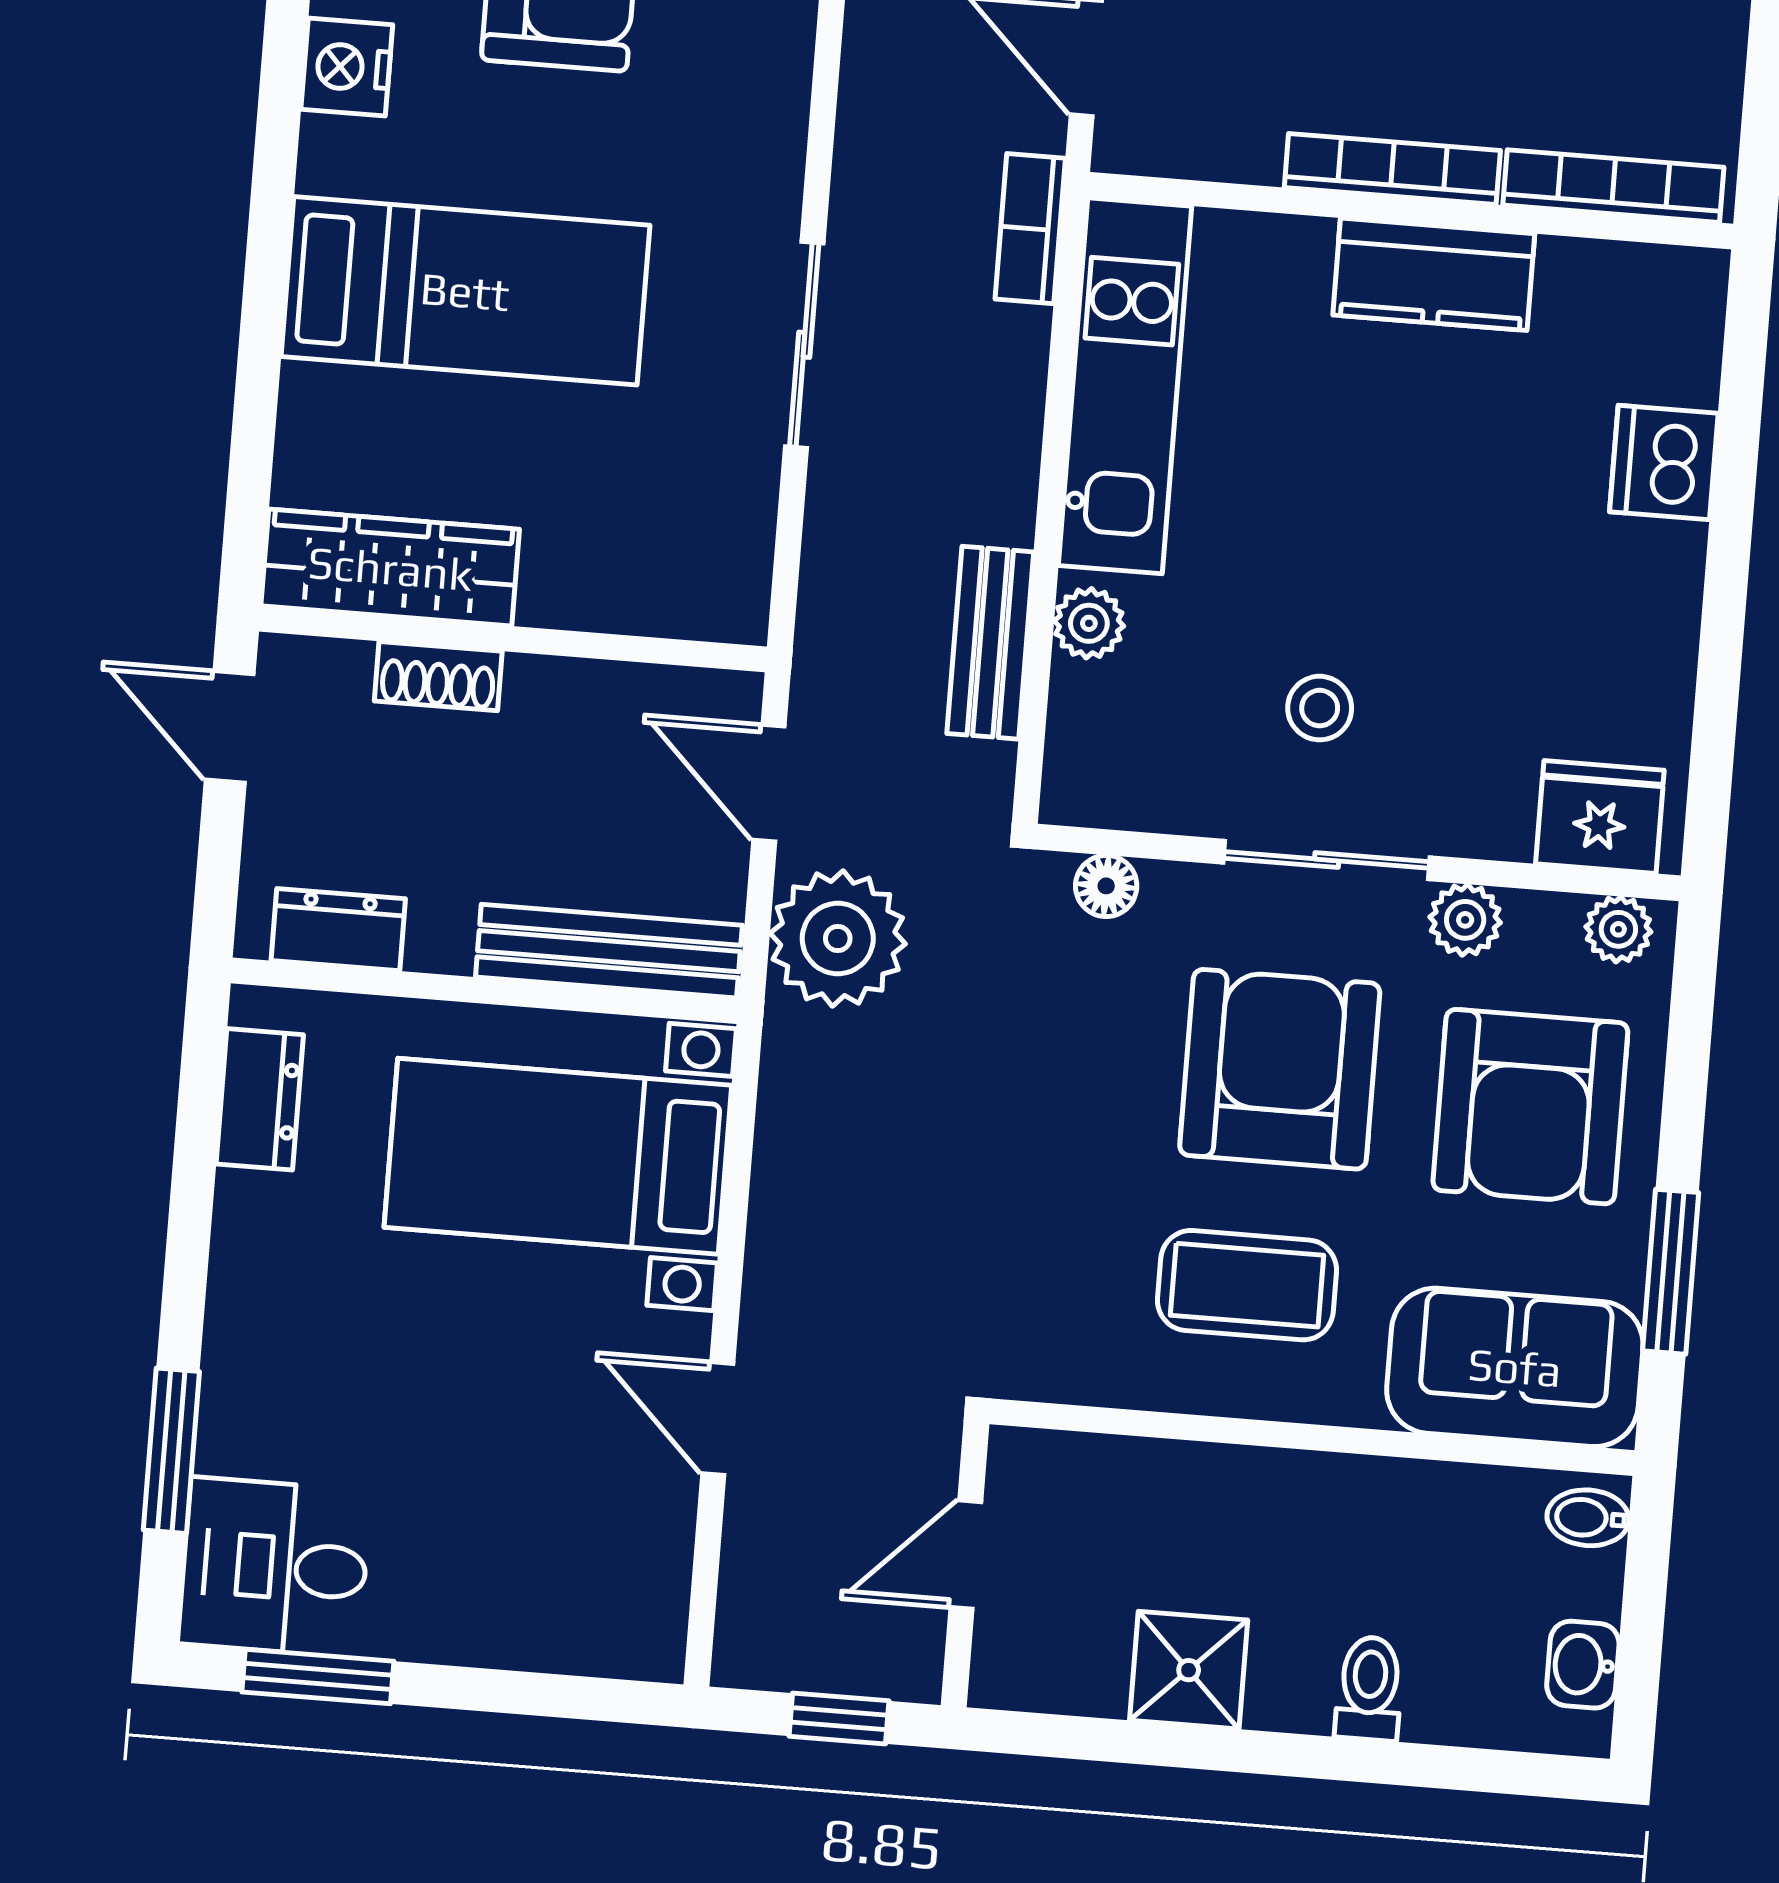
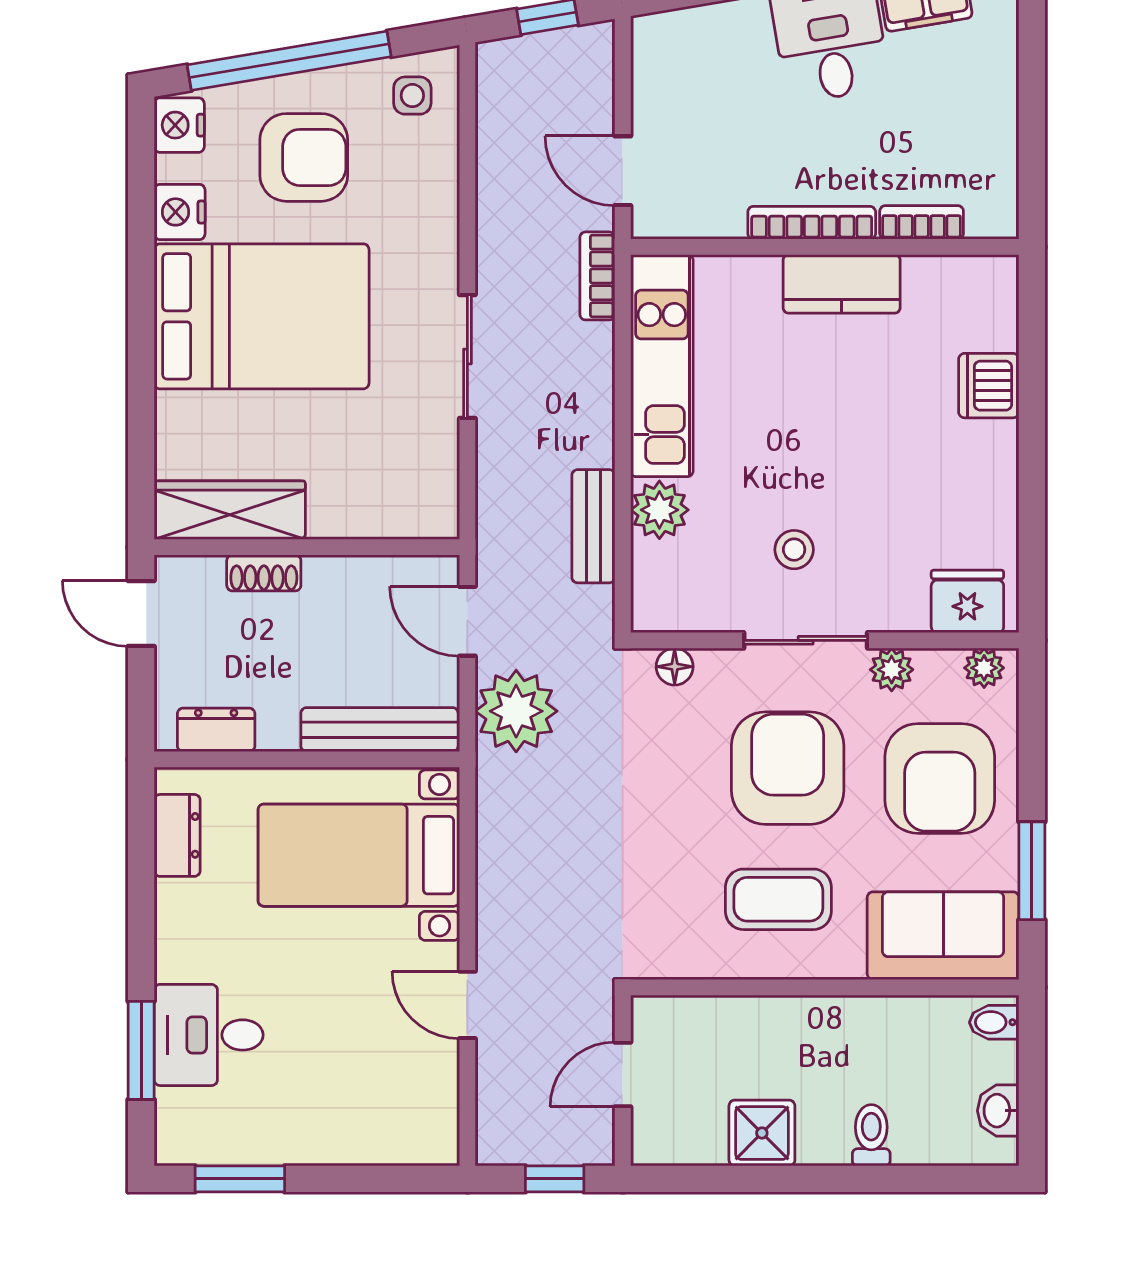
bookcase: (1613, 186) -> (922, 222), width x0.64
bed: (465, 291) -> (262, 316), width x1.50
plant: (1089, 623) -> (659, 510), width x1.38, depth x1.38
desk: (275, 1567) -> (209, 1035), moved

